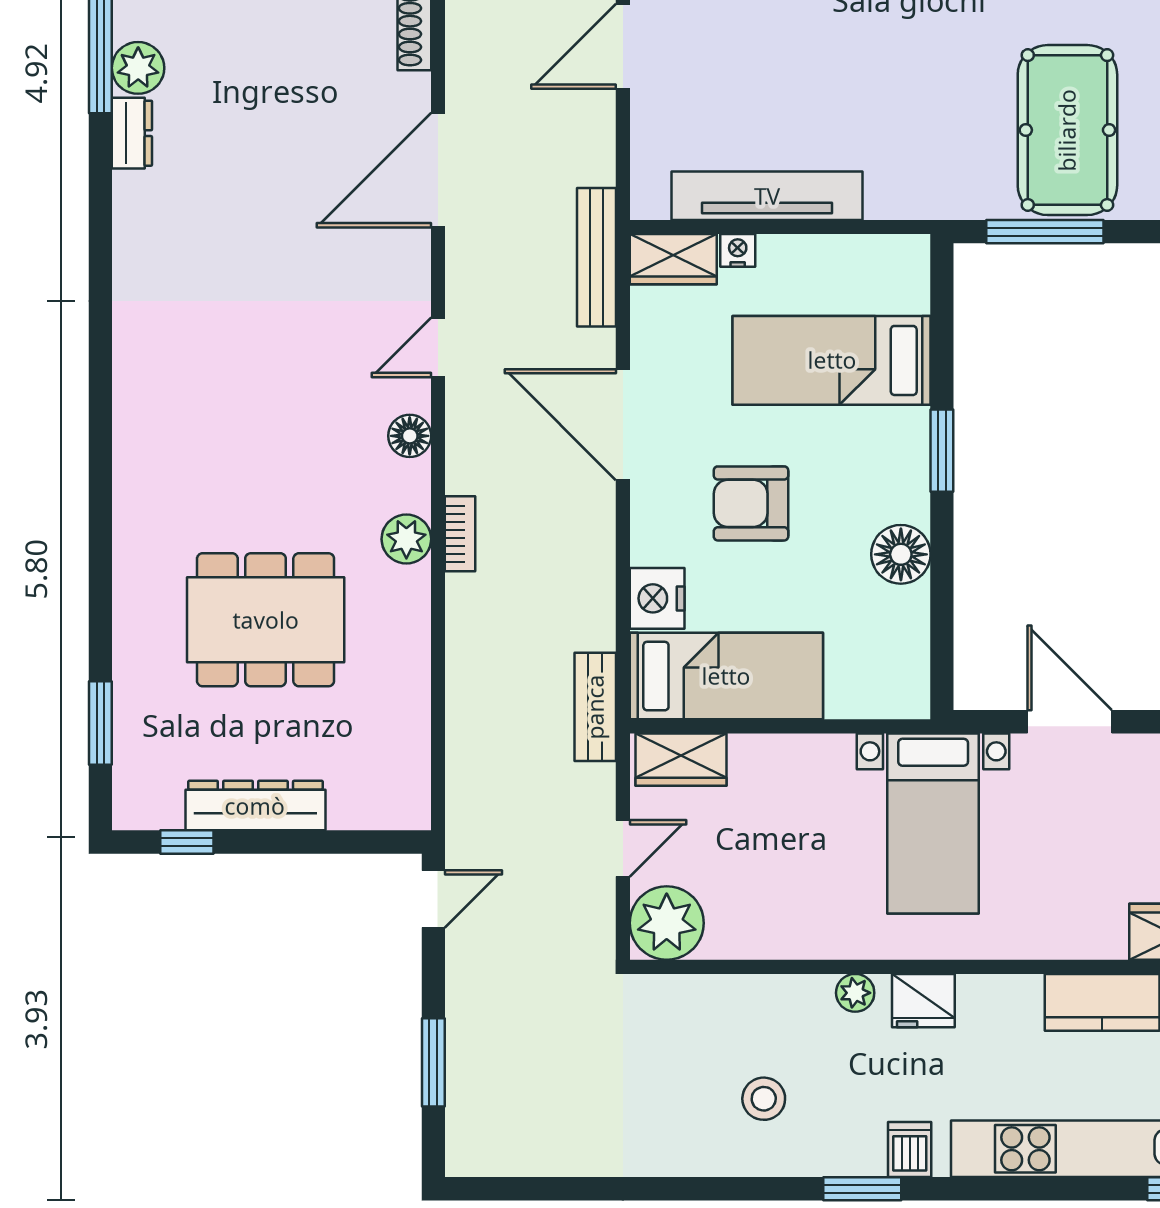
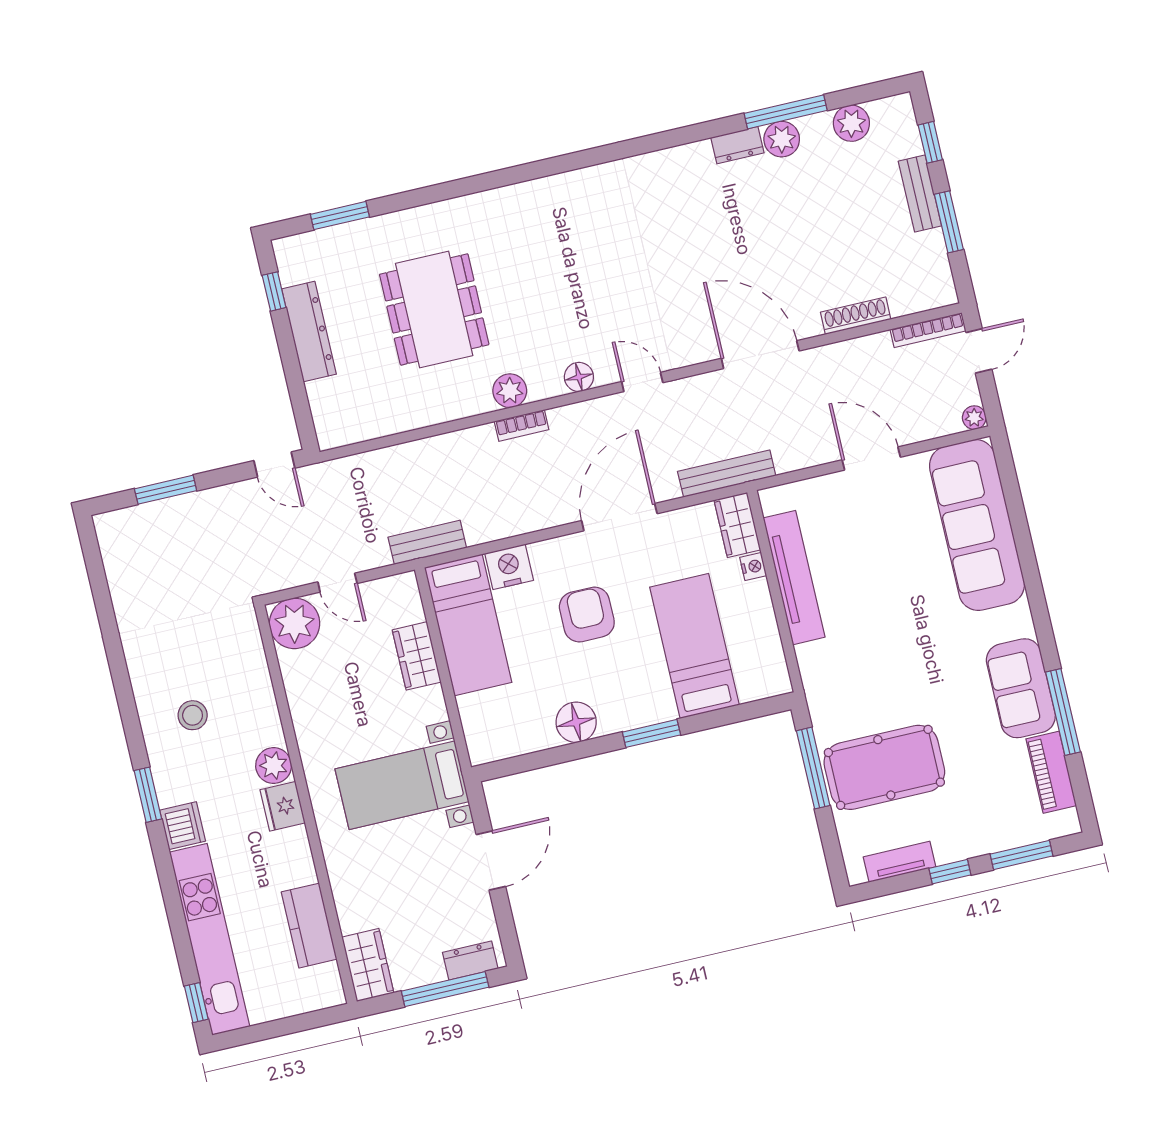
wardrobe: (681, 760) -> (417, 656), moved
plant: (855, 993) -> (274, 766), width x1.38, depth x1.38
dishwasher: (910, 1149) -> (183, 826), width x1.38

